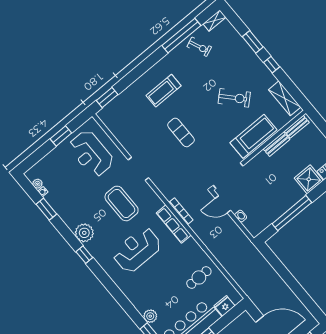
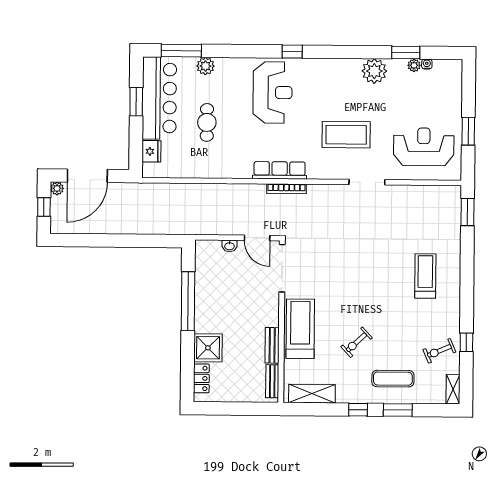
window: (181, 36) -> (466, 342), width x0.32
exercise bike: (234, 98) -> (356, 342), width x0.73, depth x0.72
exercise mat: (181, 132) -> (393, 379), moved
treadmill: (254, 136) -> (300, 329), turned 180
plant: (37, 184) -> (414, 65), moved
door: (223, 204) -> (257, 238), swing flipped
plant: (84, 233) -> (374, 71), moved
reception desk: (137, 250) -> (273, 92), moved
window: (84, 255) -> (292, 52), moved
cafe table: (199, 277) -> (207, 122), moved

